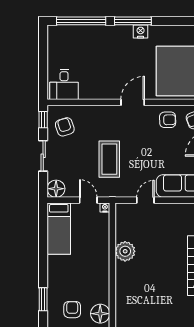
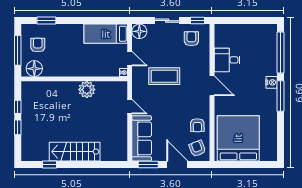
nightstand: (141, 31) -> (272, 82), moved
desk: (64, 84) -> (227, 60), moved
door: (133, 102) -> (212, 86), moved
armchair: (65, 127) -> (191, 39), turned -72
door: (88, 200) -> (130, 59), hinge flipped
armchair: (72, 310) -> (38, 45), turned -90

